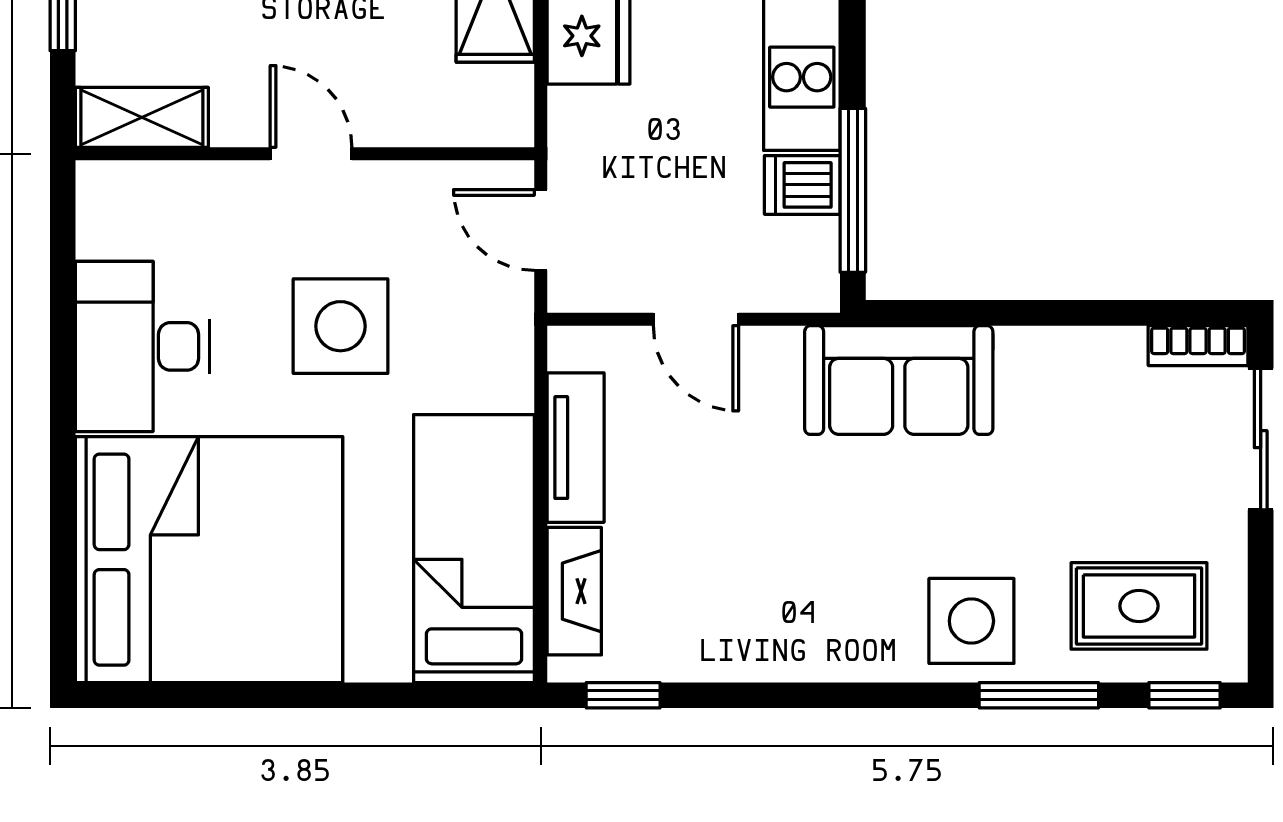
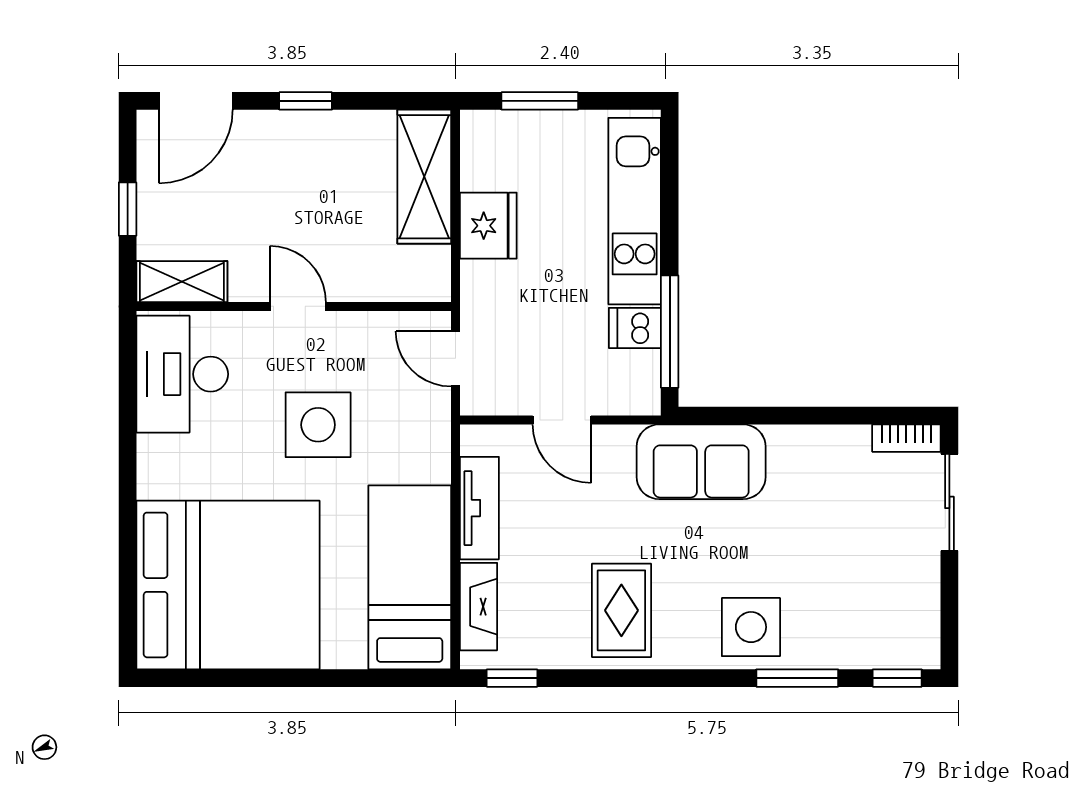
desk: (142, 346) -> (182, 374), moved
rug: (1139, 606) -> (621, 610), moved, turned 90

